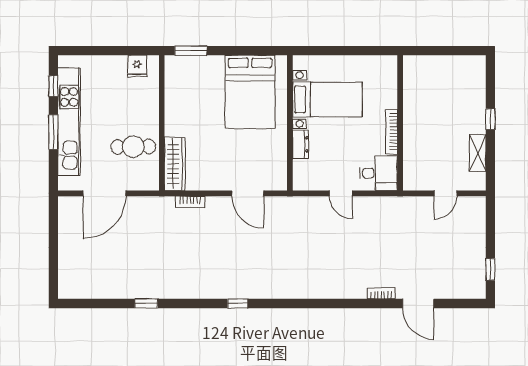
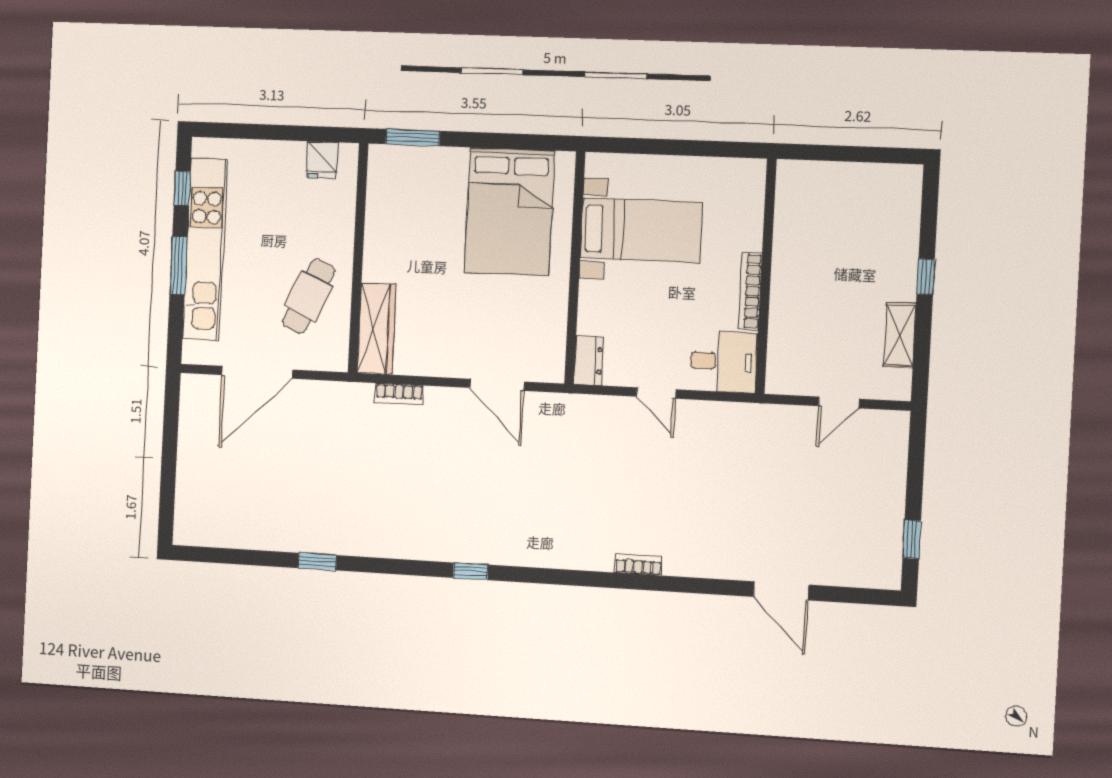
dresser: (301, 144) -> (589, 360), moved
cafe table: (133, 147) -> (309, 296), turned -65
bookcase: (381, 294) -> (638, 565), moved

